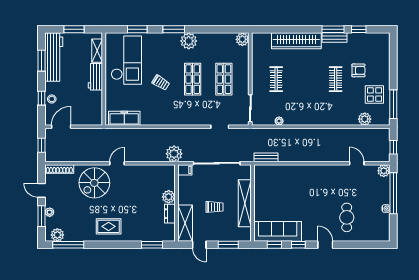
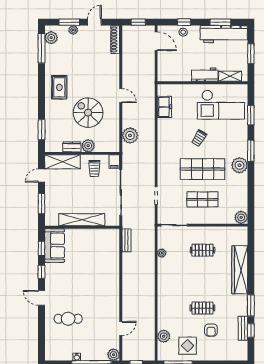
bench: (334, 38) -> (243, 328), moved
shop shelf: (193, 79) -> (202, 169), width x1.43, depth x1.36
freezer: (124, 118) -> (164, 107), width x0.71
plant: (174, 154) -> (130, 135), moved
spiral stairs: (94, 183) -> (88, 113), moved
trolley: (214, 207) -> (94, 168), moved
sofa: (278, 231) -> (55, 246), width x0.73
door: (325, 245) -> (42, 298), swing flipped

